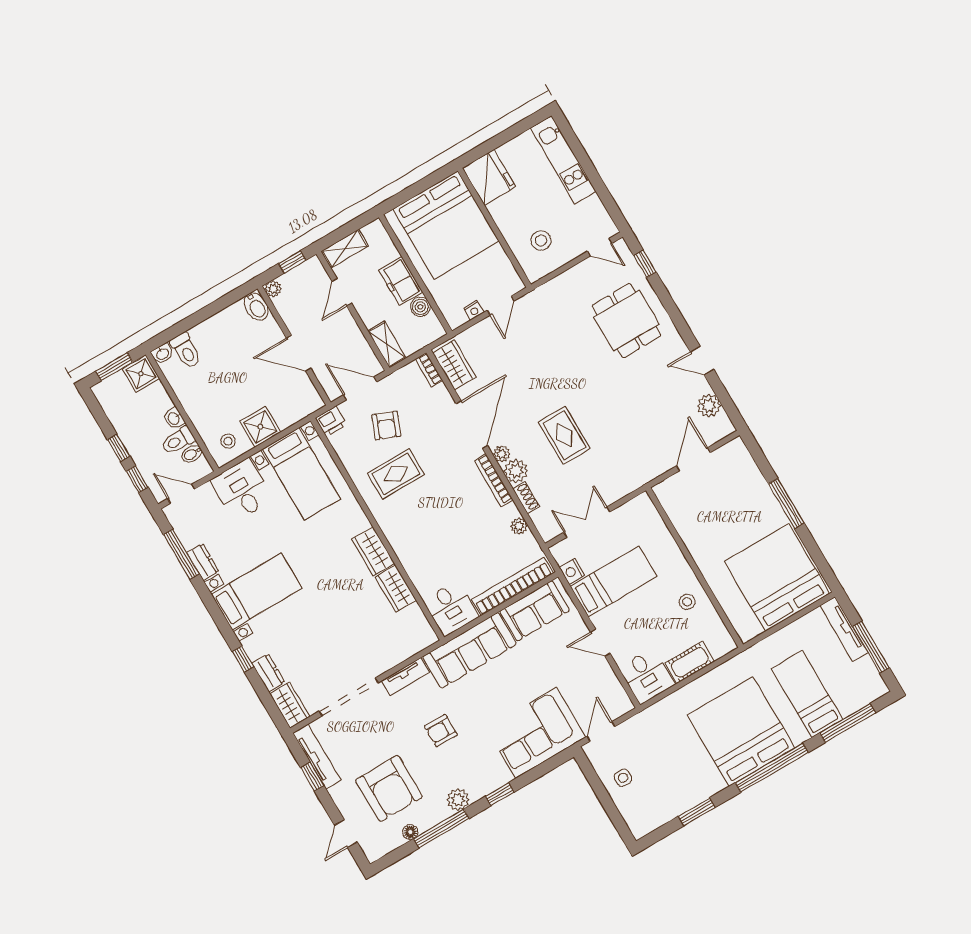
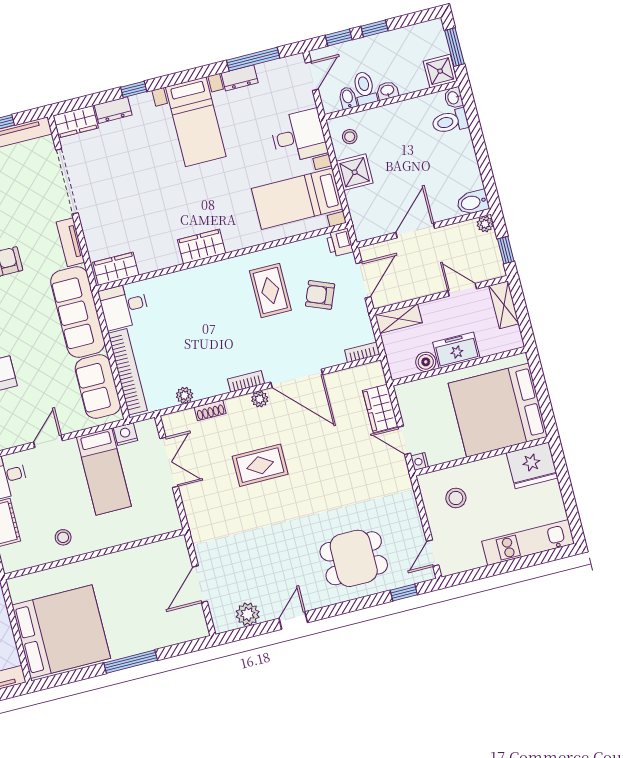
nightstand: (474, 310) -> (420, 461), moved
wardrobe: (454, 365) -> (380, 409), moved, turned 90
door: (694, 459) -> (200, 584), swing flipped
plant: (516, 471) -> (239, 408), removed
bookcase: (494, 480) -> (246, 381), width x0.64
wardrobe: (396, 589) -> (116, 269), moved

